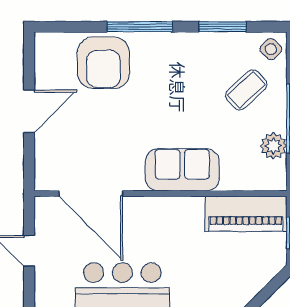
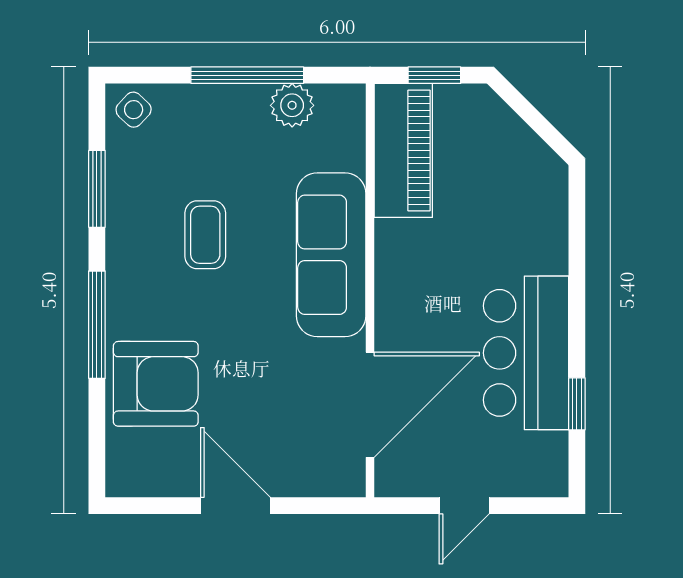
coffee table: (246, 90) -> (205, 235), moved, turned 43
sofa: (182, 170) -> (331, 255), width x1.36

